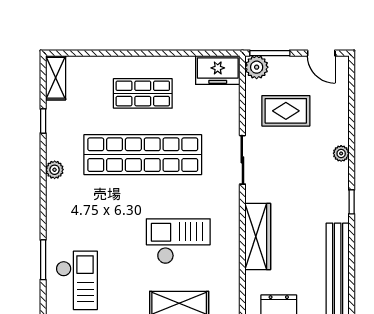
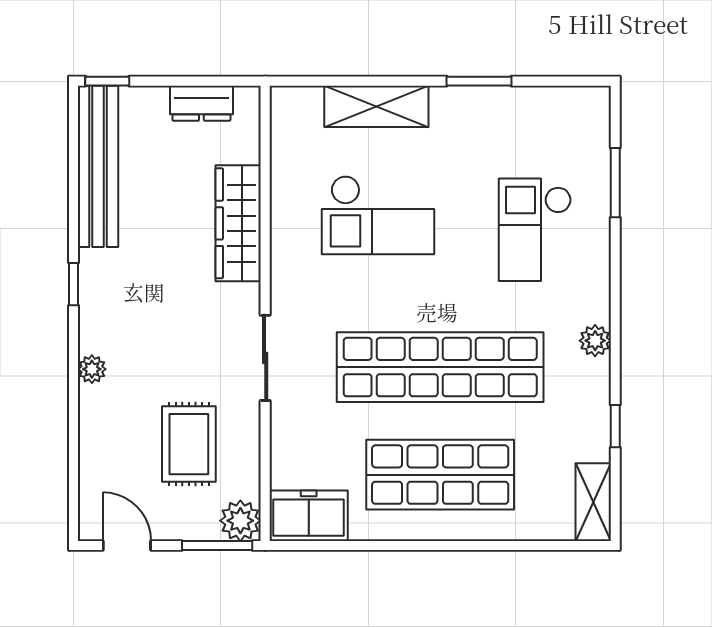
shop shelf: (143, 93) -> (440, 475), width x1.43, depth x1.36
rug: (286, 111) -> (189, 444), turned 90
checkout: (77, 280) -> (535, 230), moved

